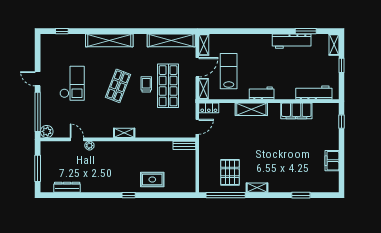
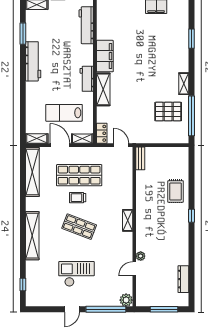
workbench: (292, 41) -> (33, 61), moved
filing cabinet: (296, 111) -> (105, 56), moved

